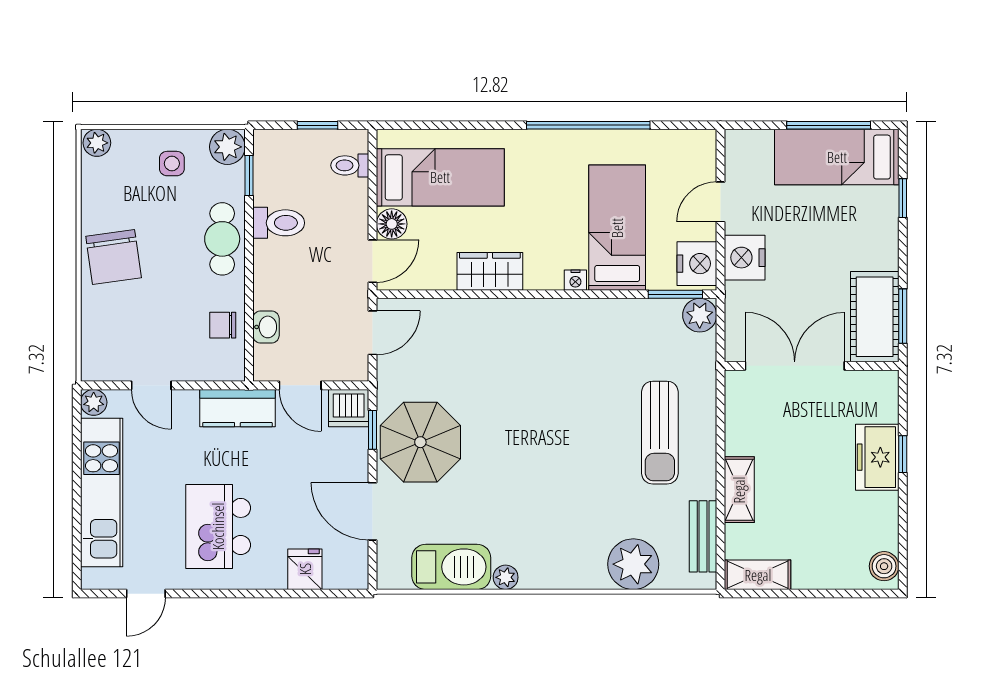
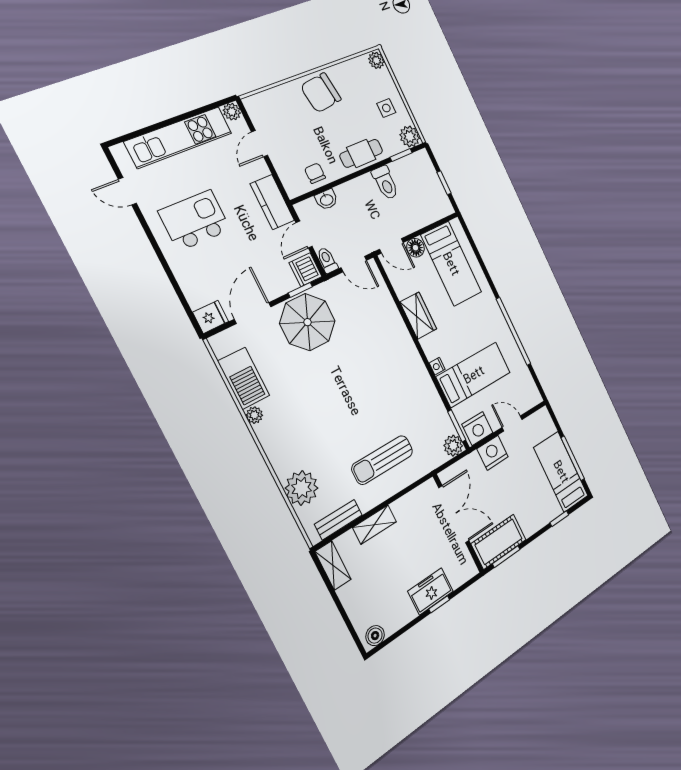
toilet: (350, 165) -> (327, 260), moved
fridge: (305, 569) -> (211, 317), moved

